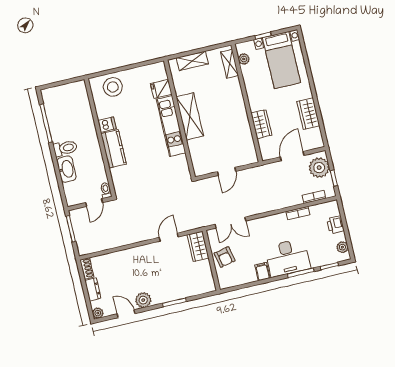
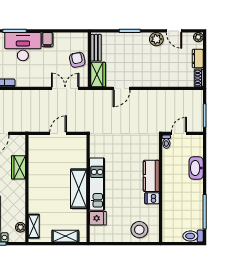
toilet: (65, 148) -> (193, 236), moved
bench: (207, 275) -> (96, 48), added

